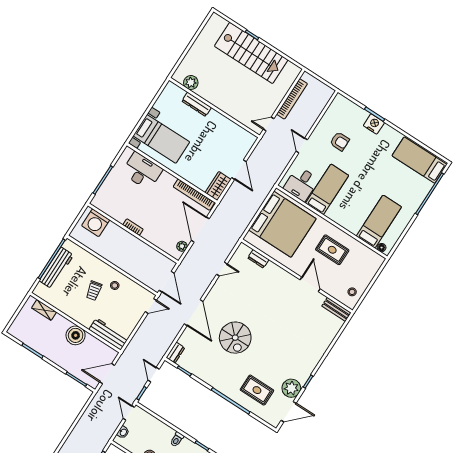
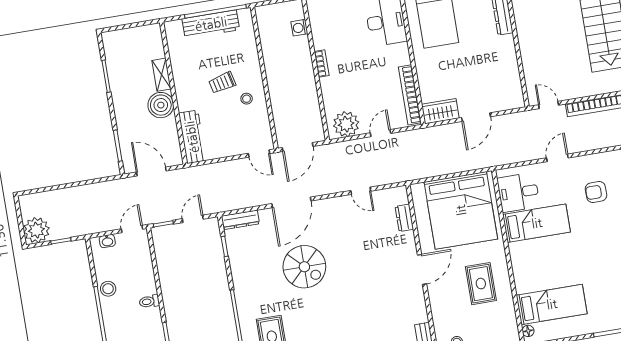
armchair: (340, 141) -> (596, 192), turned 90
washing machine: (96, 223) -> (299, 28), width x0.53, depth x0.53
door: (200, 230) -> (380, 133), width x0.53
plant: (182, 246) -> (346, 124), width x1.88, depth x1.88
door: (310, 284) -> (422, 269), moved
shelving: (44, 310) -> (161, 75), moved
spiral stairs: (235, 338) -> (304, 267), turned -90
dresser: (175, 353) -> (240, 220), width x1.44

